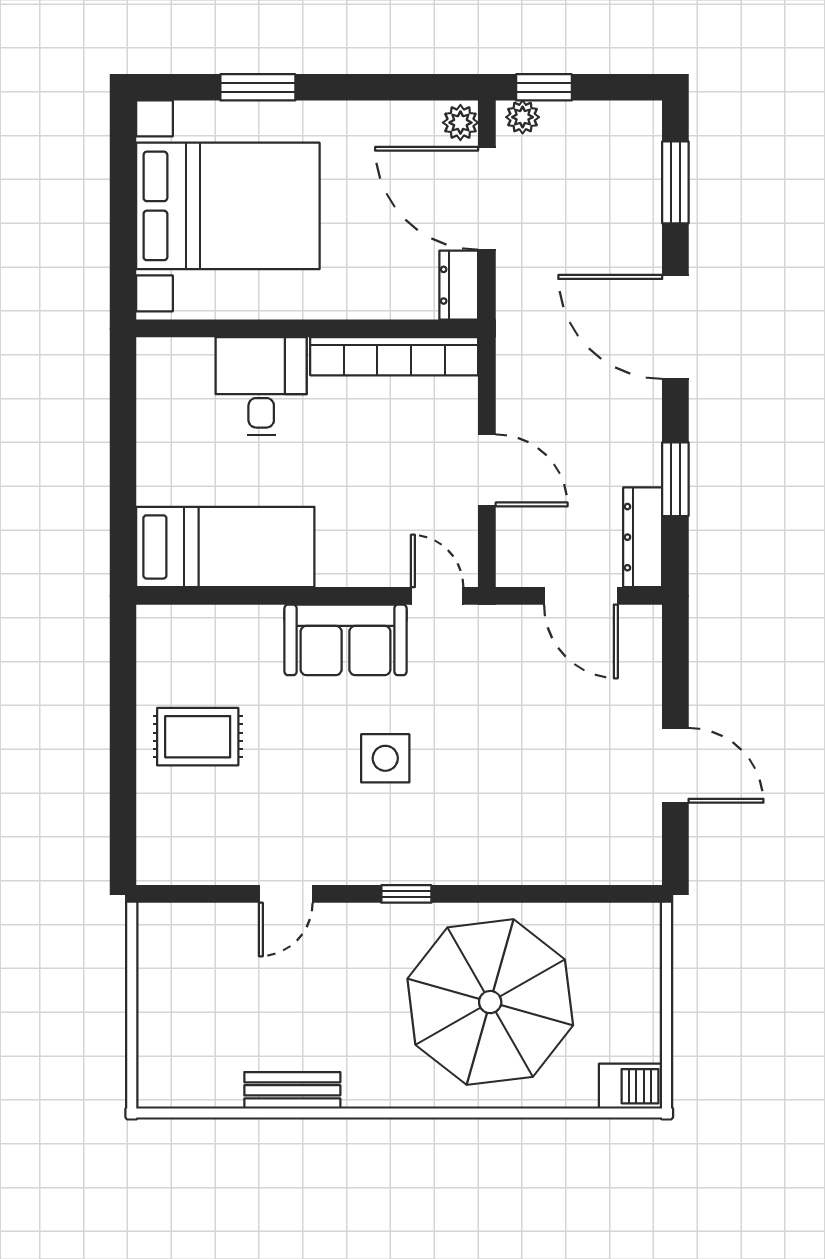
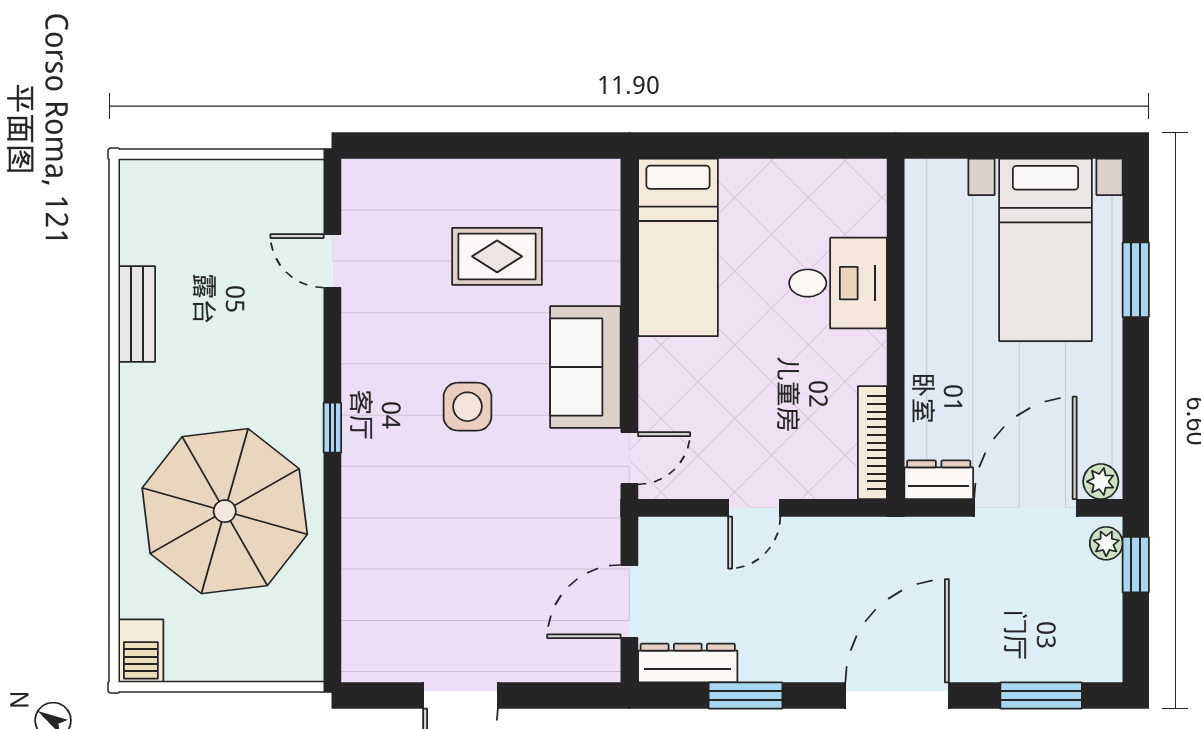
bed with nightstands: (228, 206) -> (1046, 250), width x0.73
bookcase: (394, 356) -> (872, 443), width x0.68, depth x0.76
door: (487, 470) -> (754, 508), width x0.73
rug: (198, 737) -> (497, 256), moved, turned 90
door: (286, 894) -> (332, 261), moved

